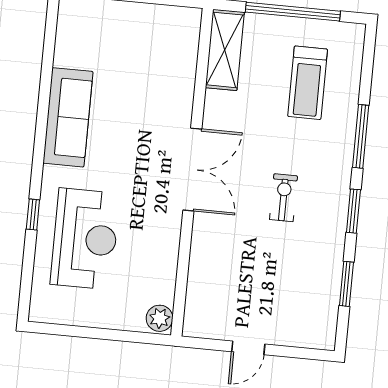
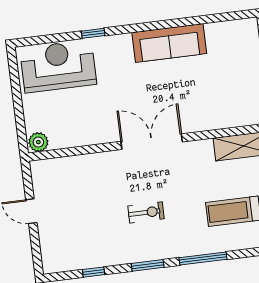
double door: (192, 169) -> (152, 142), swing flipped
reception desk: (85, 239) -> (58, 66), moved, turned 180
window: (346, 284) -> (94, 272), width x0.67

